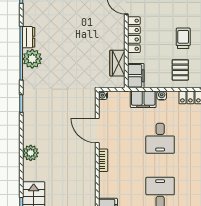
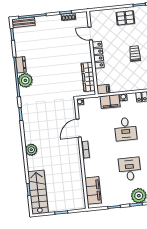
wardrobe: (117, 63) -> (88, 77), width x1.50
pallet: (180, 70) -> (135, 77), removed
filing cabinet: (136, 76) -> (103, 89), width x0.50
door: (97, 131) -> (79, 128), hinge flipped

